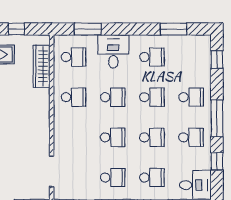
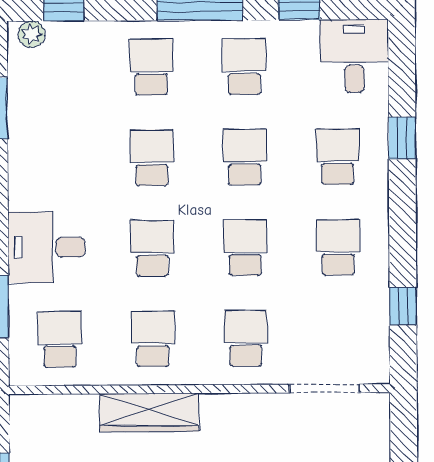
plant: (205, 45) -> (32, 34), added
school desk: (152, 57) -> (246, 338), moved
wardrobe: (42, 66) -> (149, 412), moved

